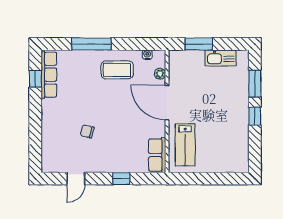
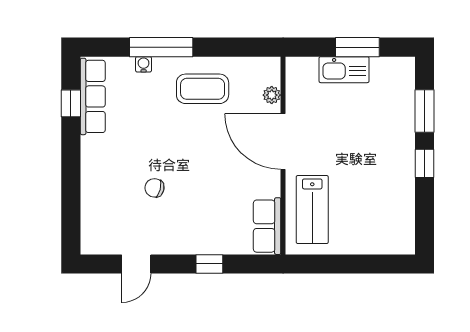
window: (199, 44) -> (357, 47), moved
water cooler: (147, 55) -> (144, 64), moved
kitchen sink: (221, 58) -> (344, 70), moved

